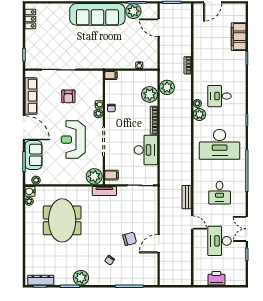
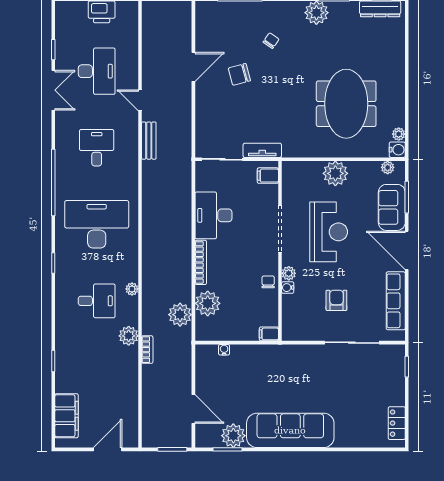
filing cabinet: (239, 37) -> (67, 416), moved
plant: (199, 115) -> (129, 336), moved
plant: (94, 176) -> (335, 173), moved
tv unit: (104, 191) -> (262, 150), moved

